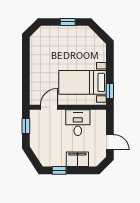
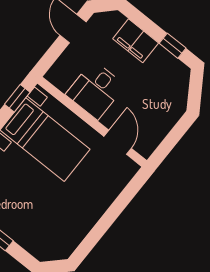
door: (49, 107) -> (118, 142), swing flipped
window: (26, 126) -> (170, 142), removed

